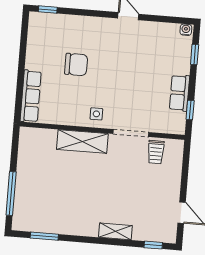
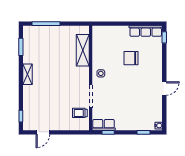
chair: (76, 64) -> (131, 58), turned 90
row of seats: (180, 93) -> (104, 125), moved
row of seats: (31, 96) -> (146, 31), moved
shelving: (82, 141) -> (83, 50), moved
shelving: (115, 231) -> (28, 74), moved

